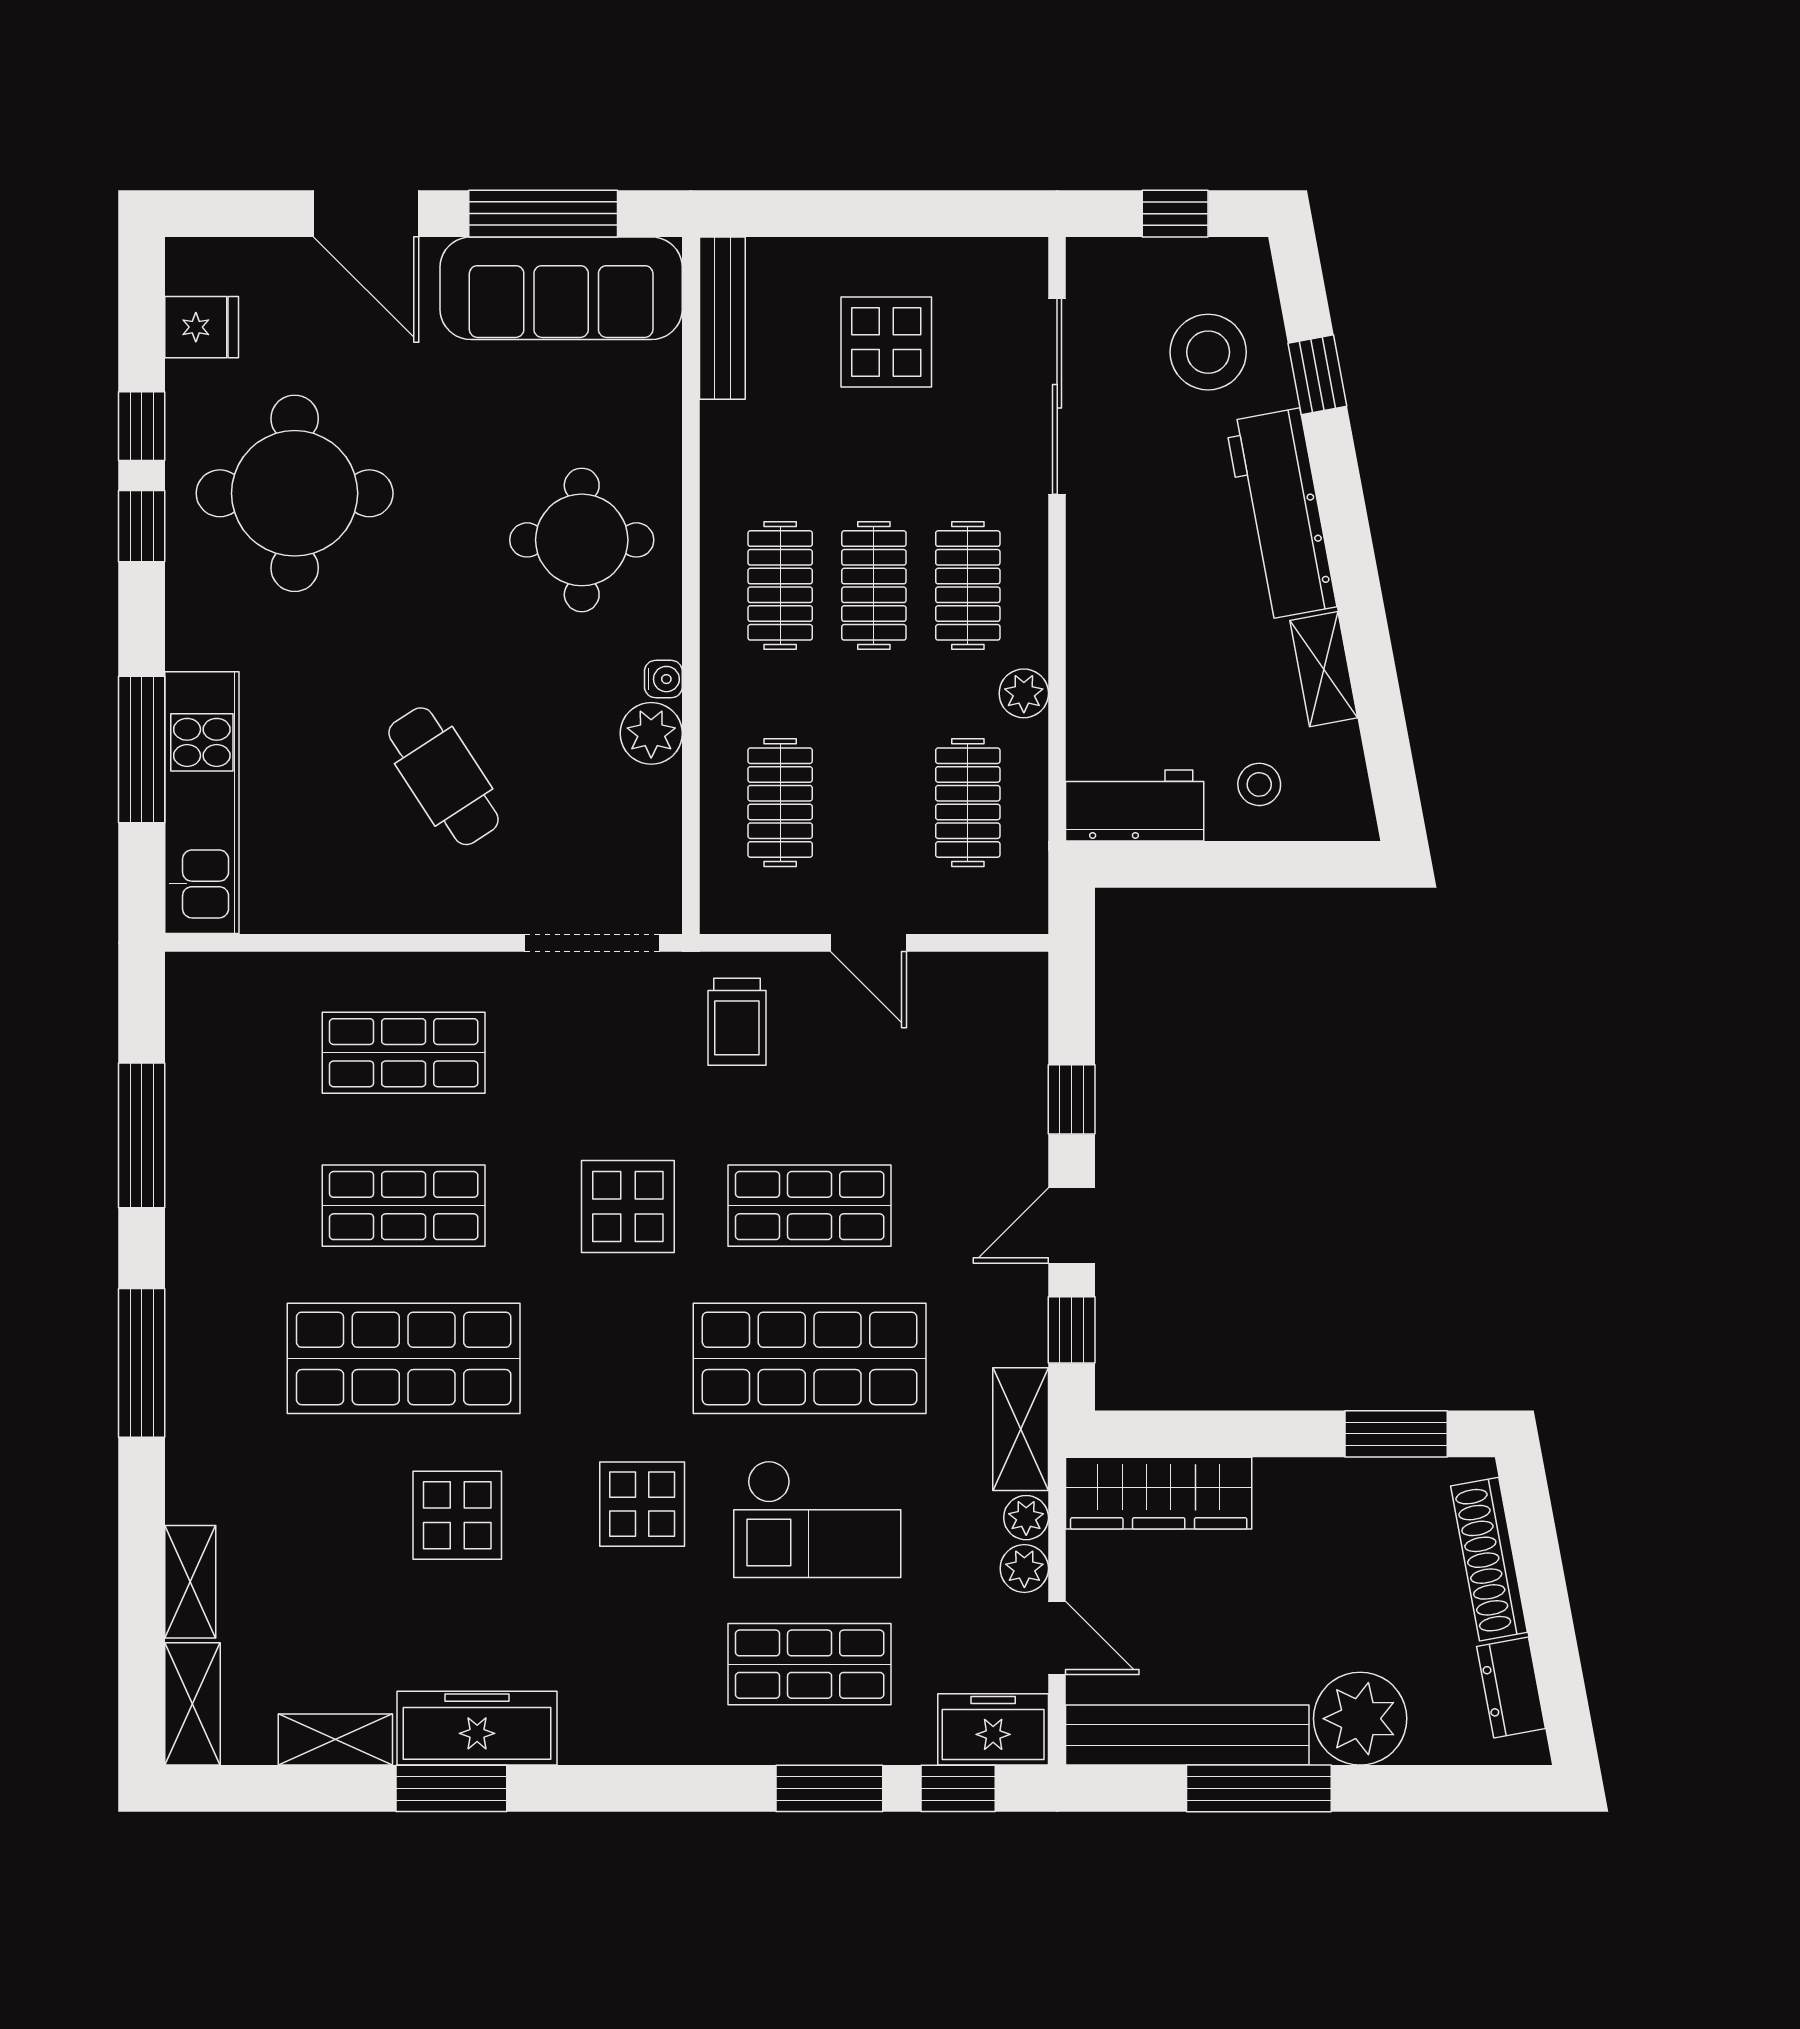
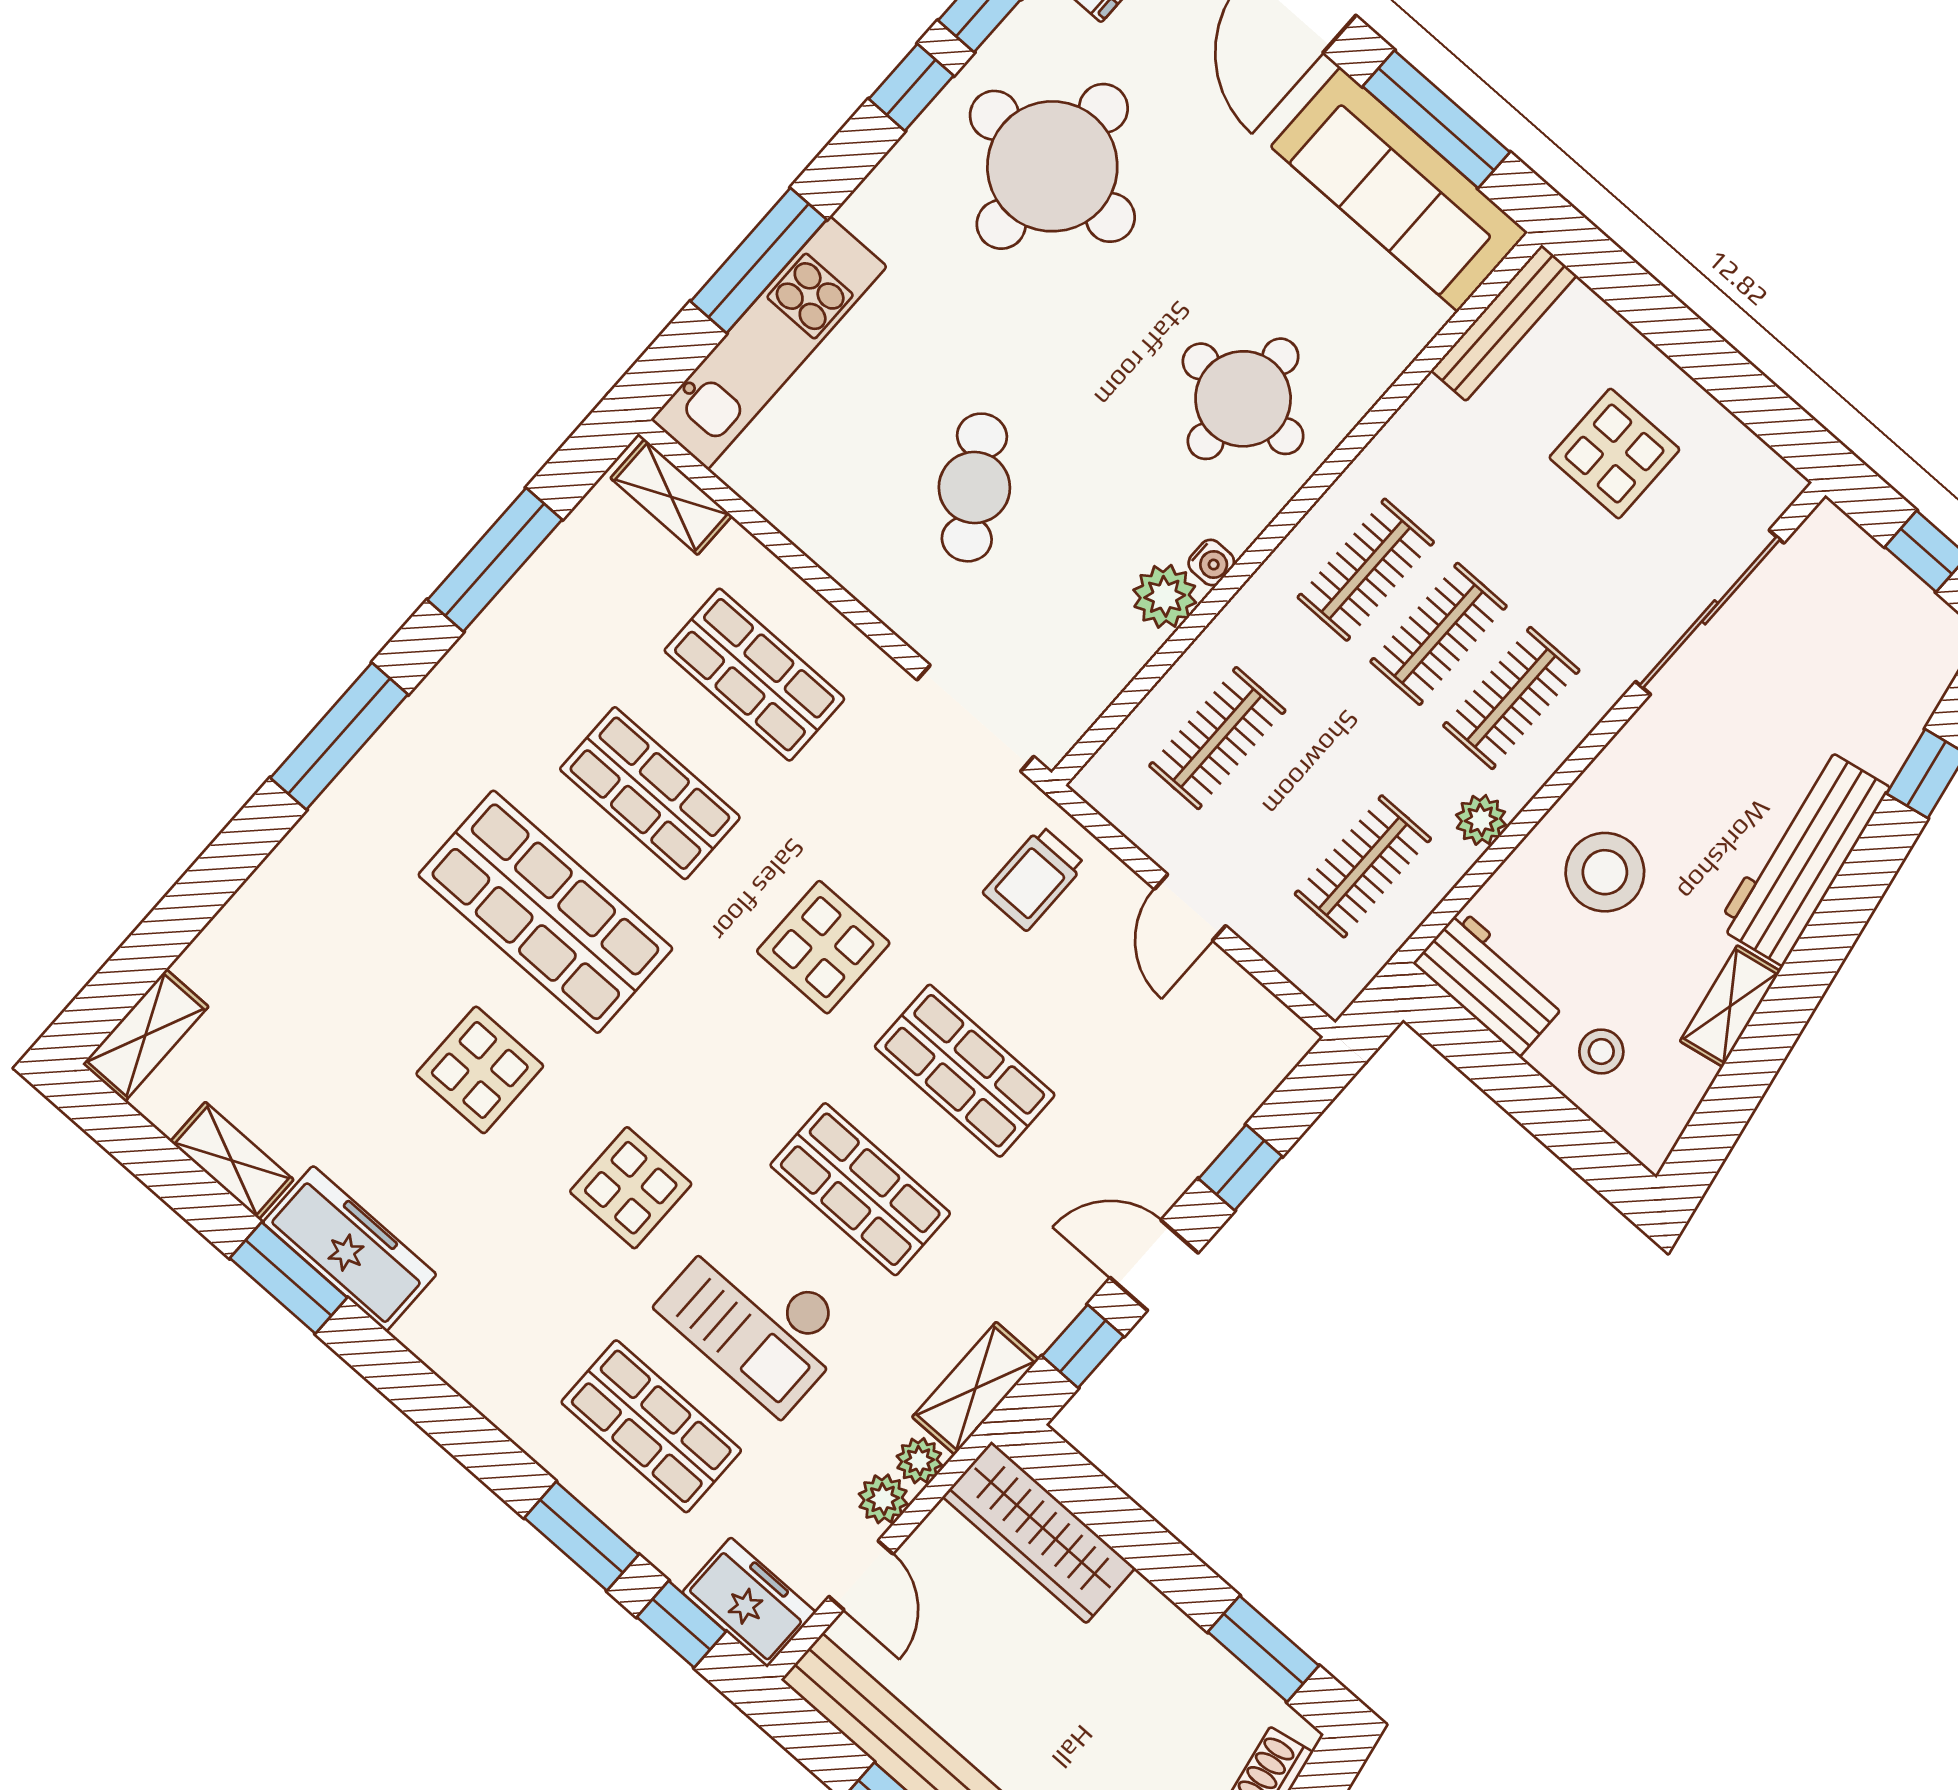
stool: (1208, 352) -> (1605, 872), moved
shop shelf: (810, 1358) -> (860, 1189), width x0.70, depth x0.74
shelving: (190, 1582) -> (671, 497), moved, turned 90

